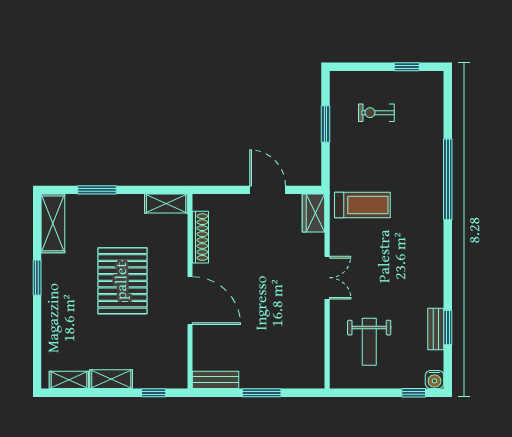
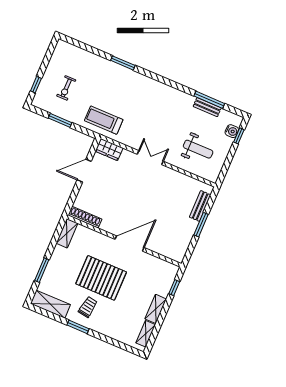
window: (407, 67) -> (36, 85), moved
window: (448, 179) -> (123, 63), width x0.47
treadmill: (362, 205) -> (104, 120), moved, turned -90
shoe rack: (200, 237) -> (85, 217), moved
trolley: (72, 280) -> (88, 307), added
window: (448, 327) -> (209, 100), width x1.44
water cooler: (435, 379) -> (232, 131), moved
bench: (215, 380) -> (200, 206), moved

